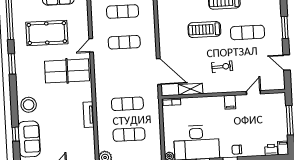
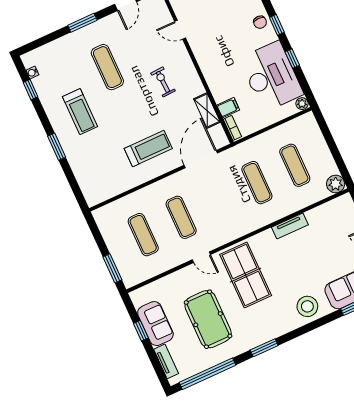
treadmill: (204, 30) -> (148, 149), moved, turned -90
filing cabinet: (230, 102) -> (228, 108), moved

